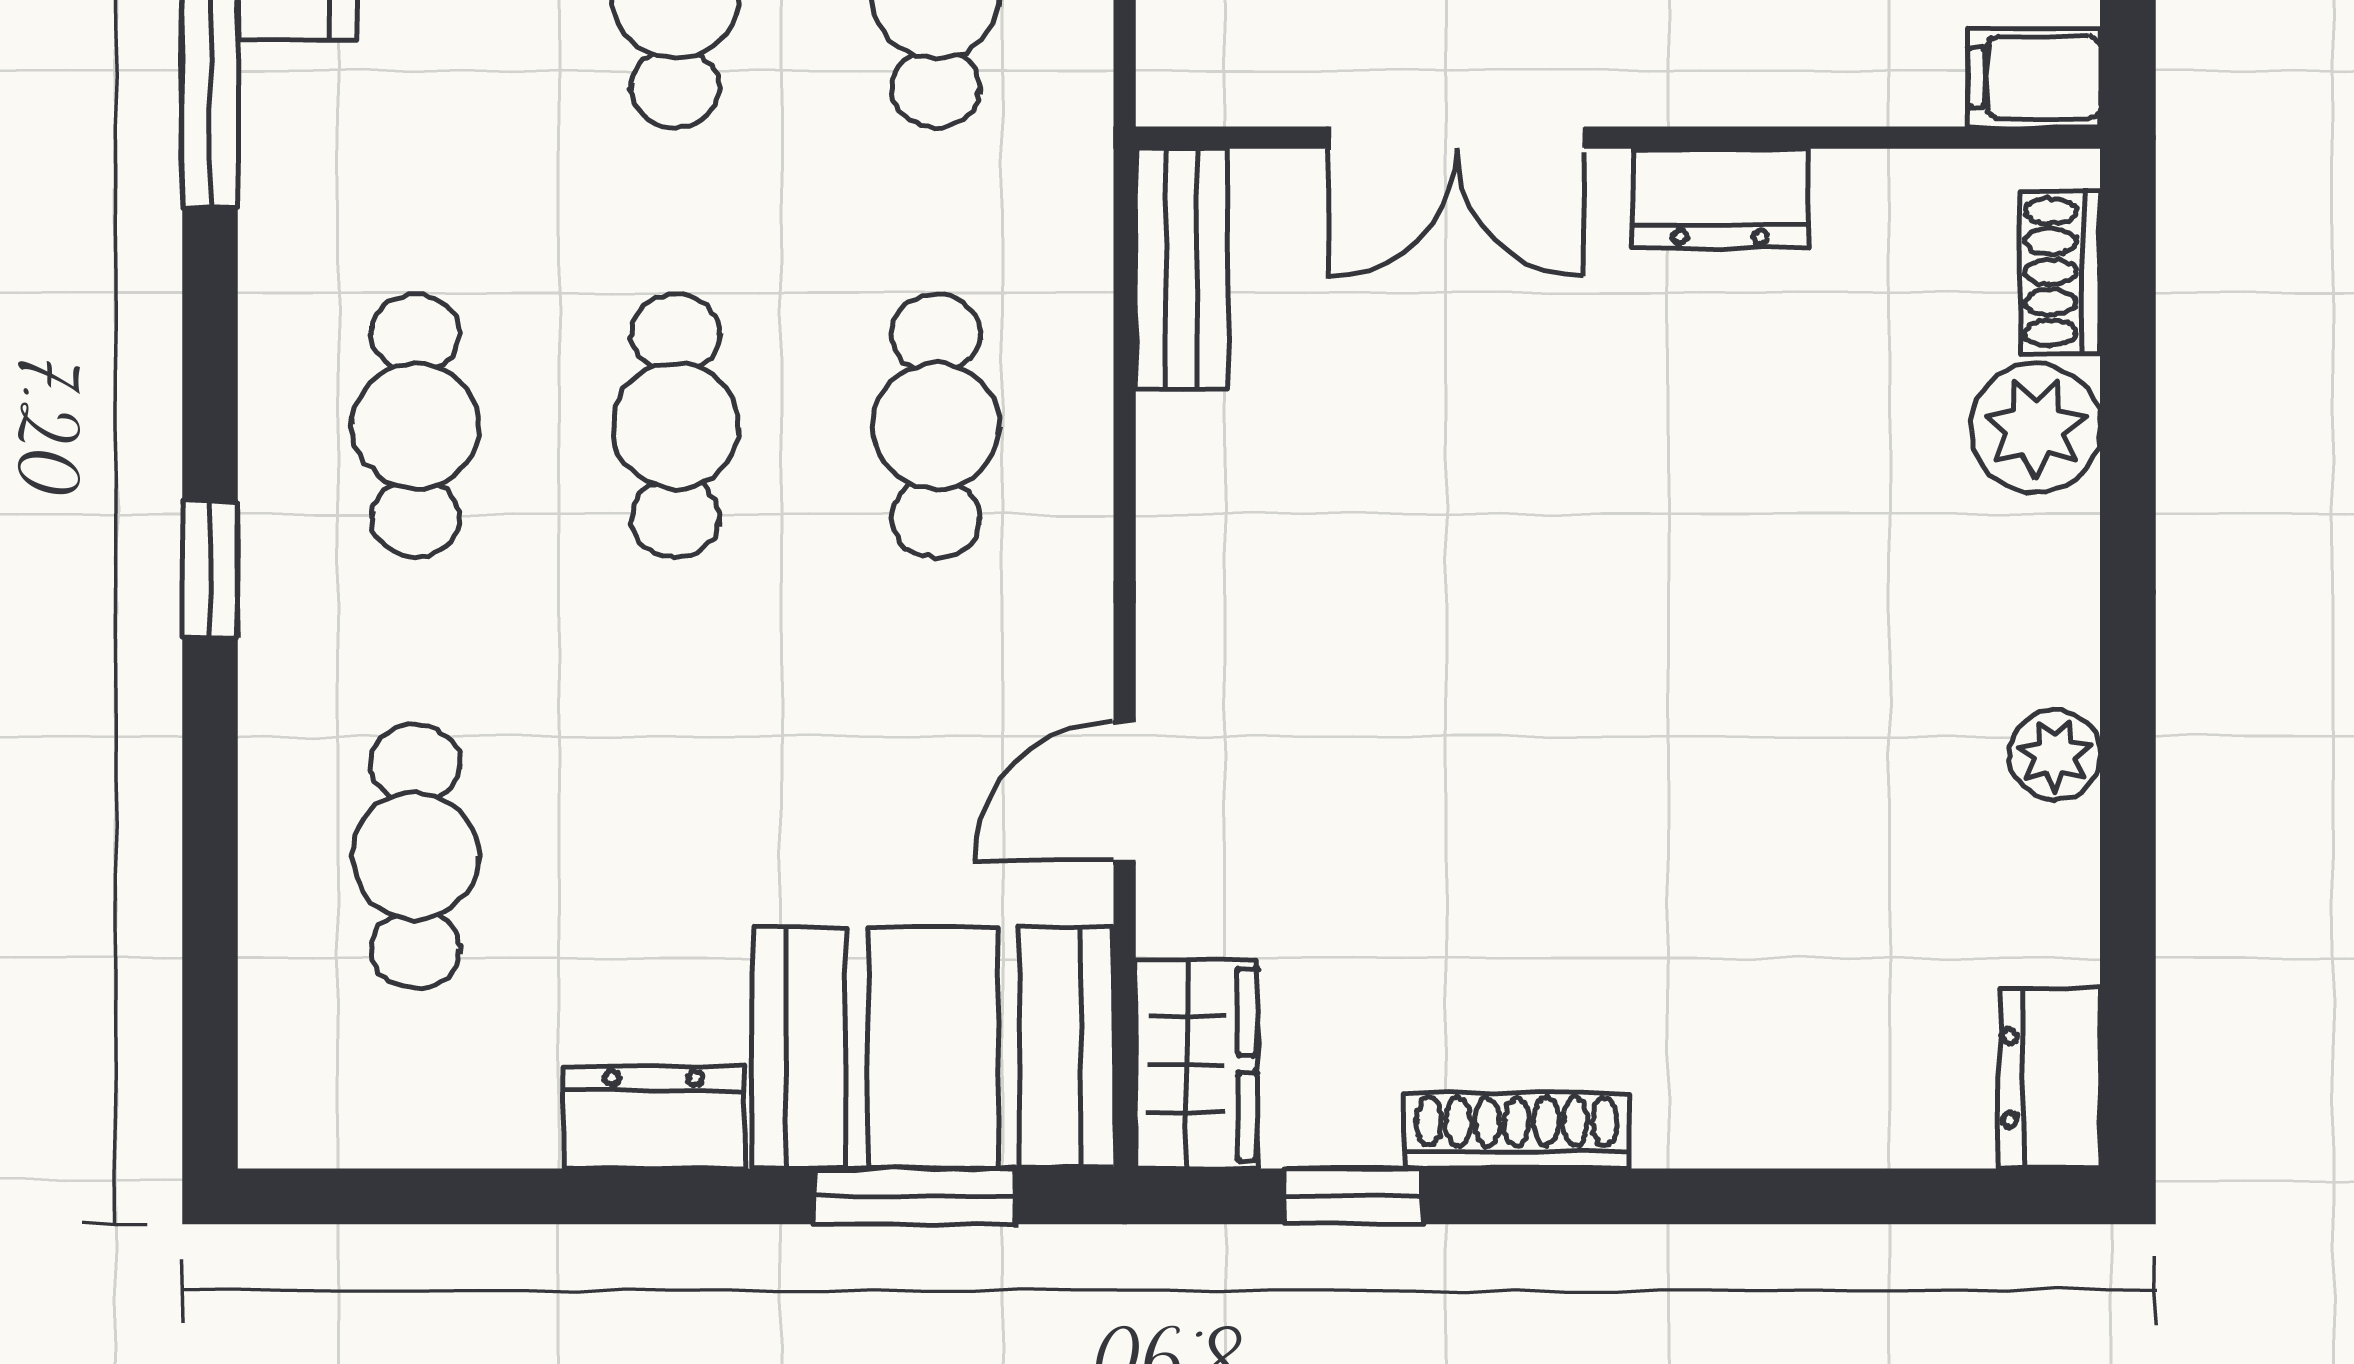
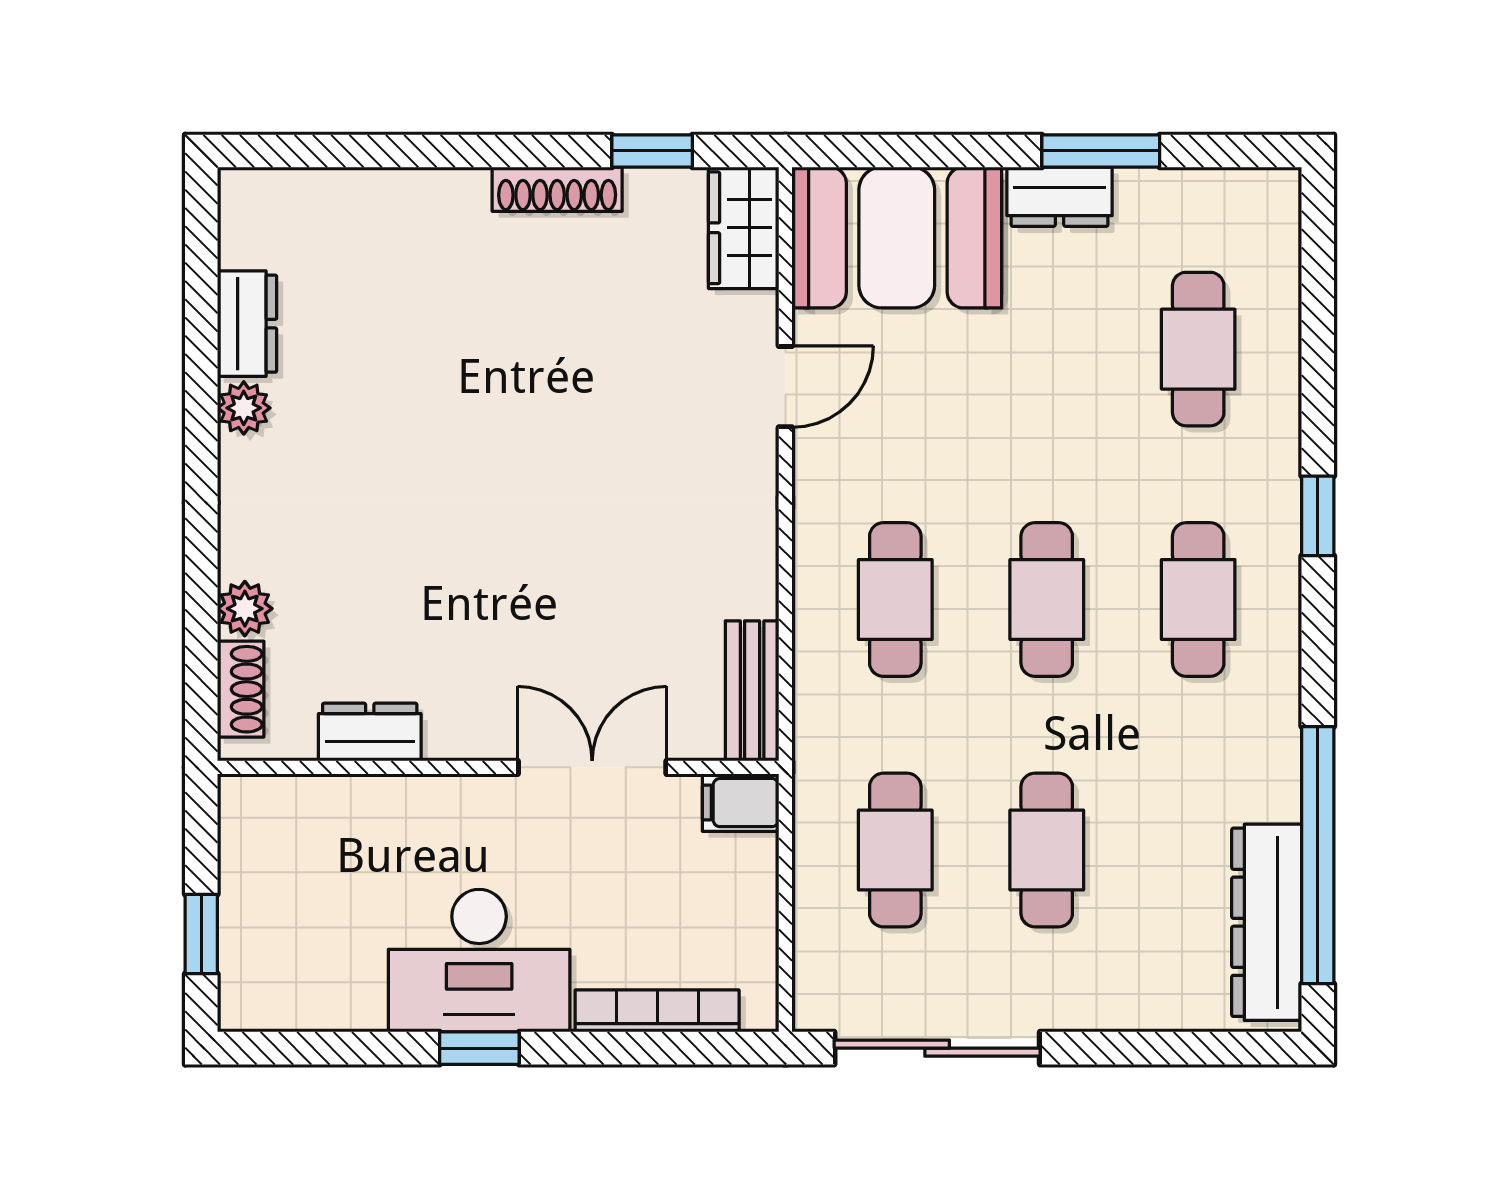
filing cabinet: (2034, 77) -> (741, 803), moved, turned 180
dresser: (1720, 198) -> (370, 732), moved
plant: (2035, 428) -> (245, 609), width x0.73, depth x0.73
dresser: (2049, 1078) -> (247, 324), moved
window: (914, 1196) -> (1101, 151), moved

